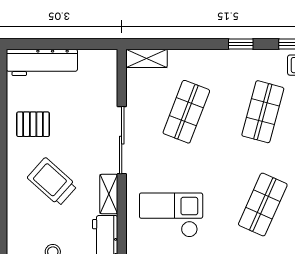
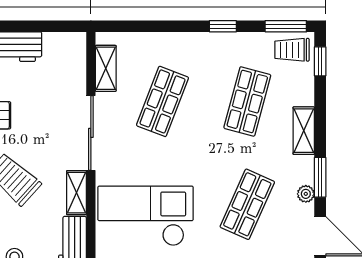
shelving: (147, 58) -> (106, 68), moved, turned 90
checkout: (171, 215) -> (146, 216), width x1.36, depth x1.21

